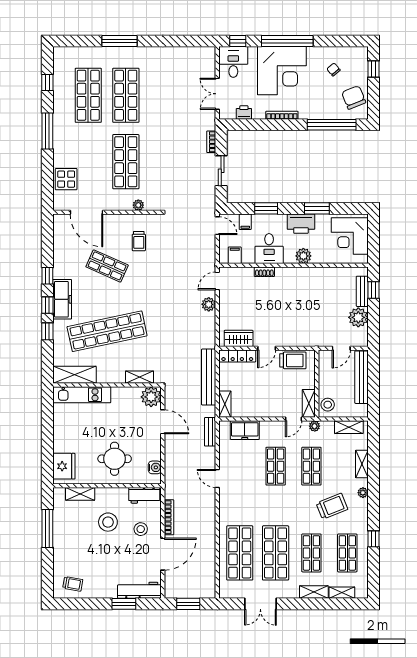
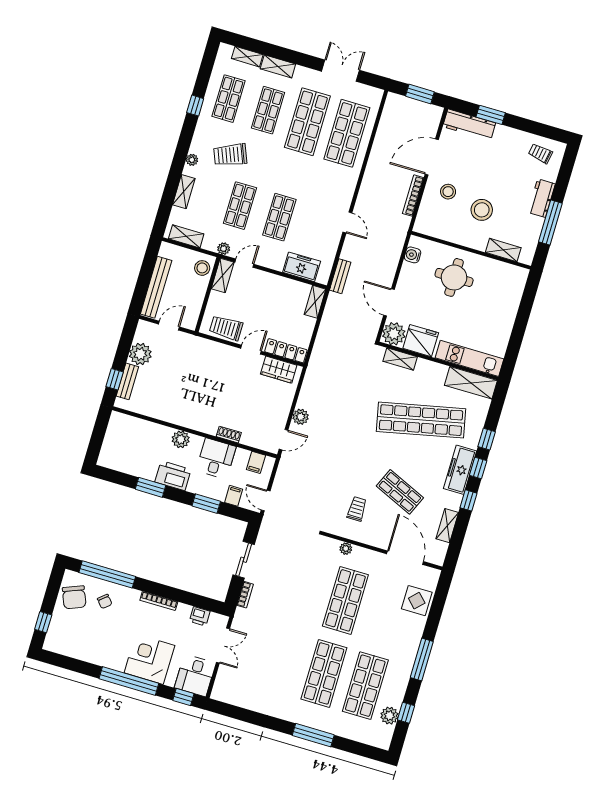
chair: (333, 69) -> (105, 601), moved
corner desk: (282, 71) -> (149, 659), width x0.74, depth x0.74
plant: (61, 76) -> (389, 716), added
corner desk: (350, 236) -> (123, 446), removed
shelving: (59, 249) -> (447, 526), added
bench: (209, 377) -> (324, 337), removed
fridge: (64, 466) -> (421, 341), moved, turned 90
workbench: (144, 495) -> (542, 198), moved, turned -90

